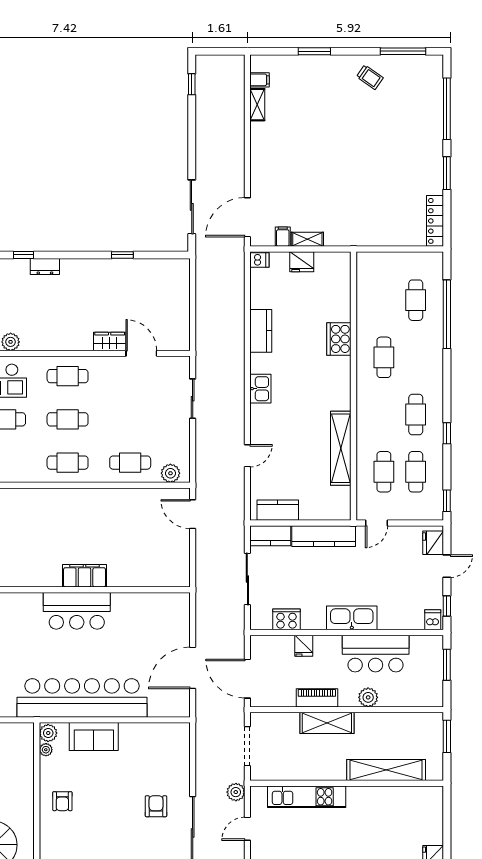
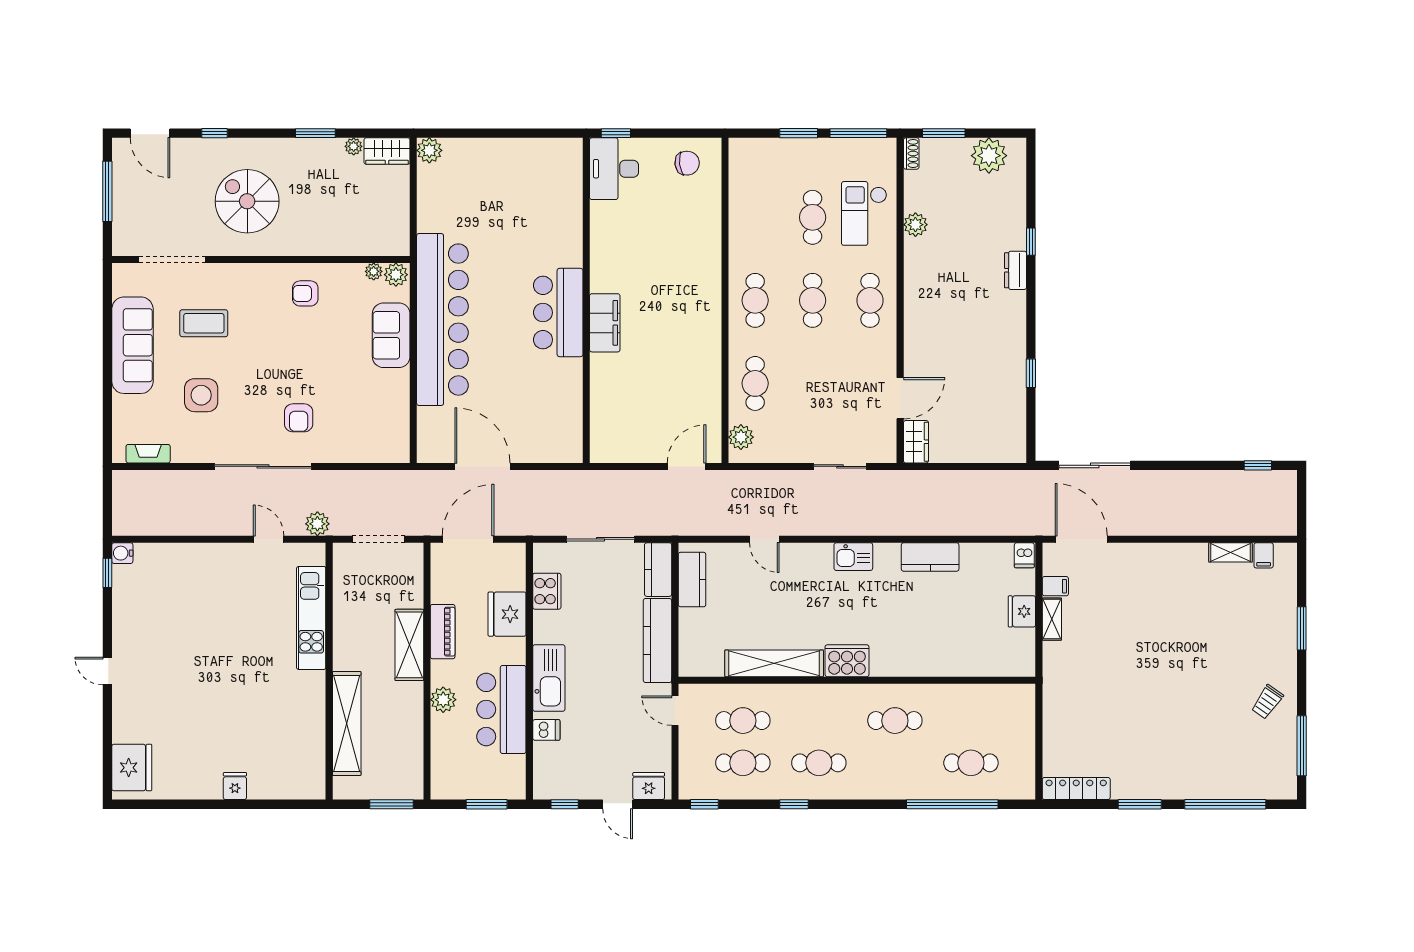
cooker: (339, 339) -> (847, 661), moved
wardrobe: (110, 342) -> (916, 442), moved
dishwasher: (433, 620) -> (546, 730), moved
fridge: (304, 646) -> (507, 614), width x1.88, depth x1.34
armchair: (156, 806) -> (299, 418), turned 90

